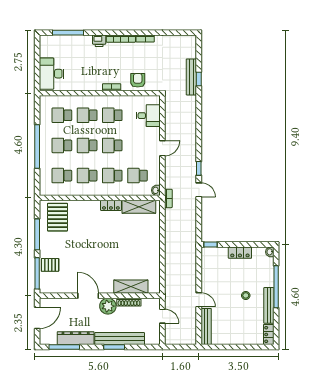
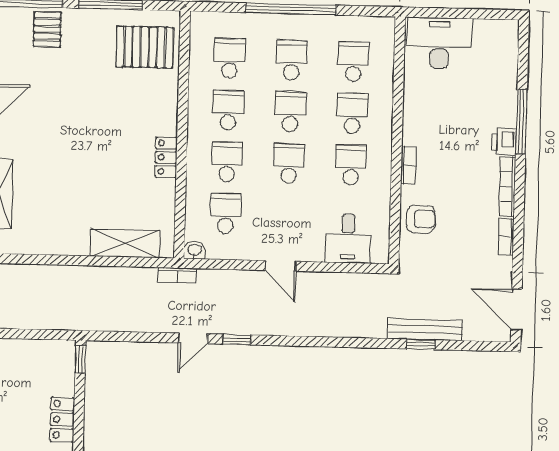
window: (68, 33) -> (521, 122), moved
door: (181, 33) -> (516, 310), added
shelving: (139, 207) -> (125, 243), moved, turned 90

